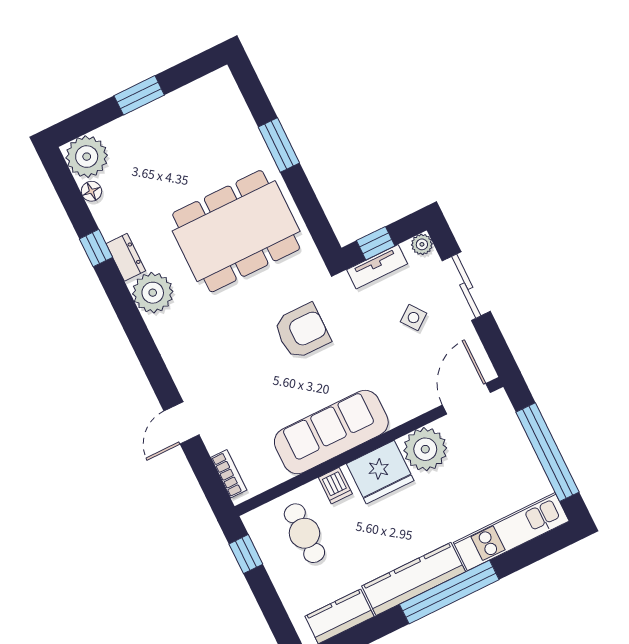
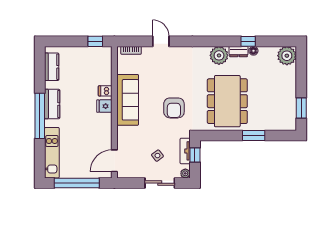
window: (139, 95) -> (301, 108), moved
floor lamp: (91, 191) -> (253, 51), moved
door: (466, 399) -> (114, 161), swing flipped
plant: (425, 449) -> (102, 134), removed
fridge: (380, 472) -> (104, 106), width x0.53, depth x0.75
cafe table: (304, 533) -> (92, 69), removed
kitchen counter: (414, 579) -> (52, 104), width x0.67

